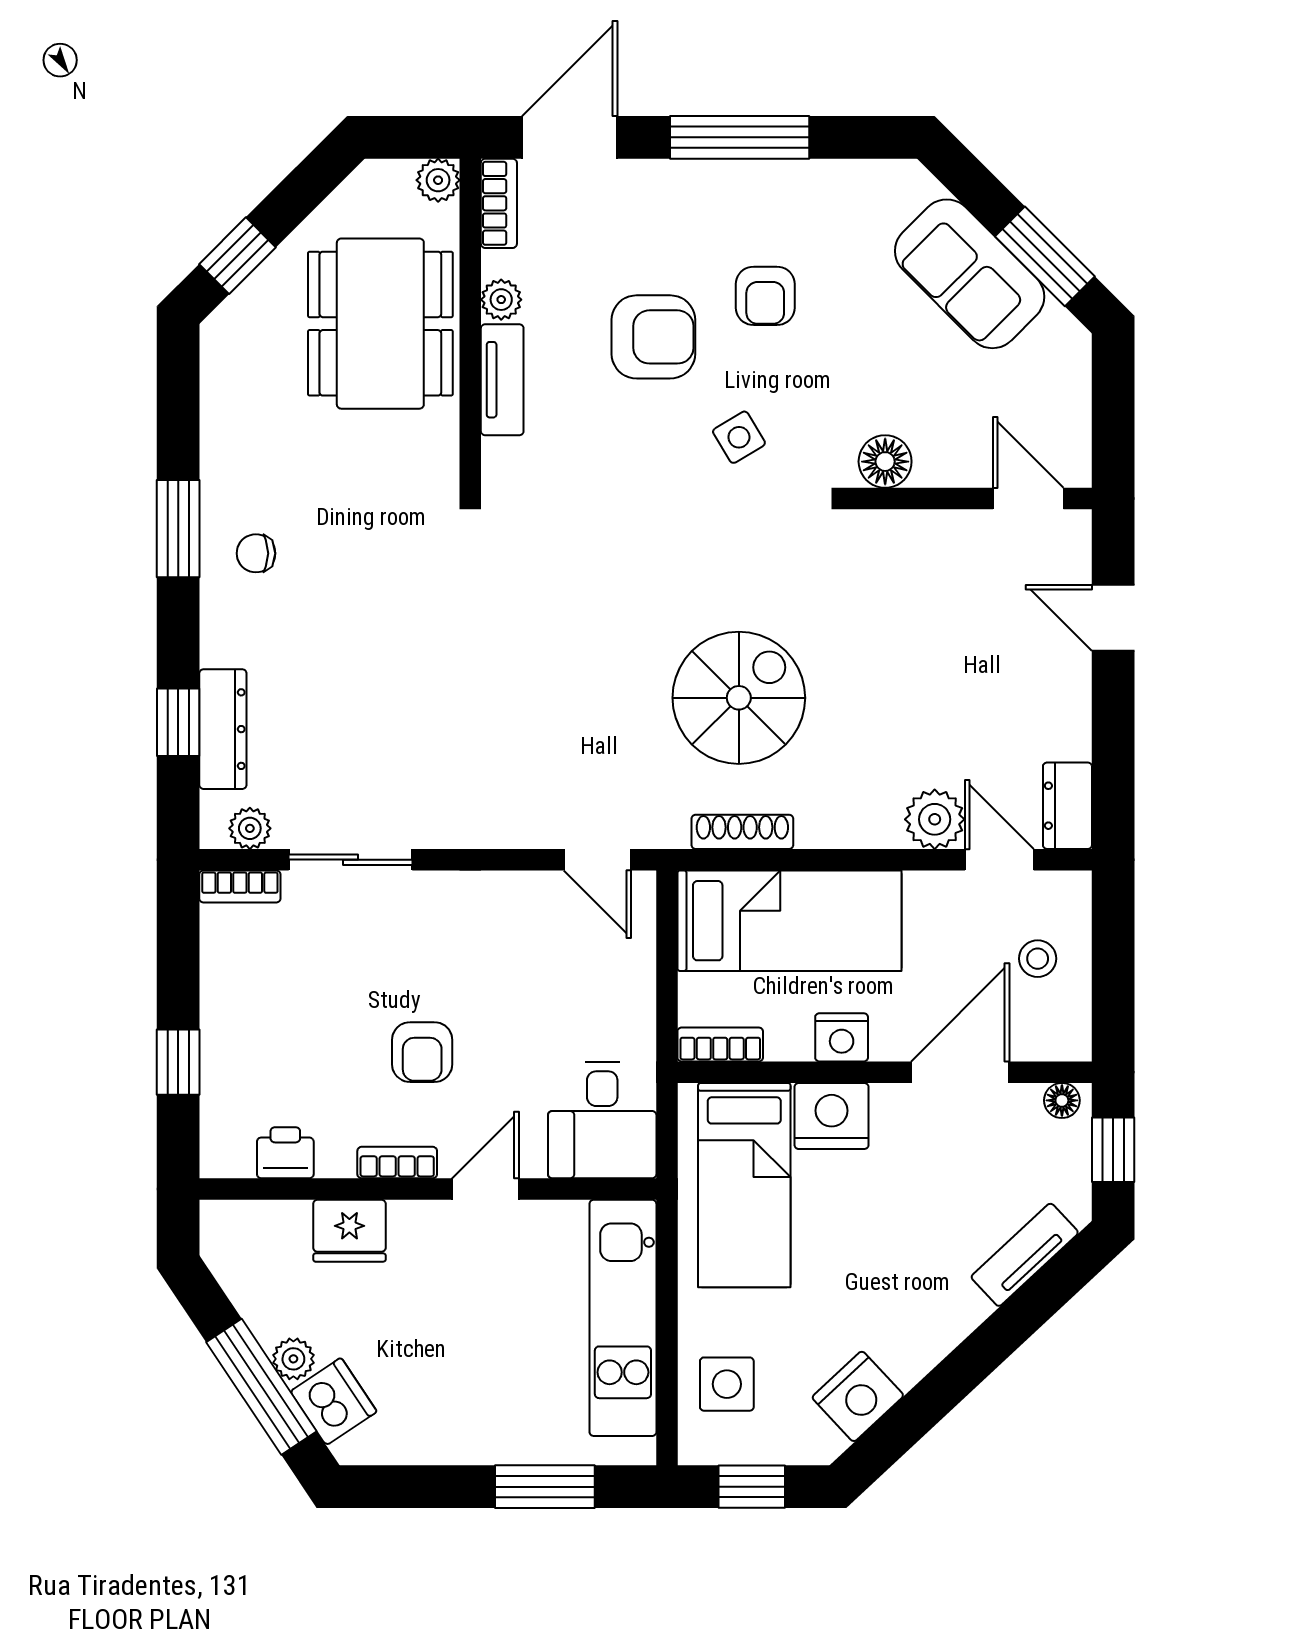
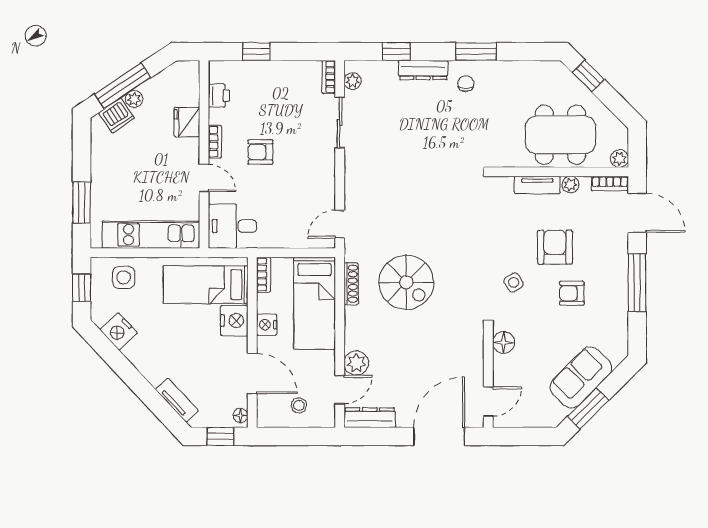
armchair: (653, 337) -> (555, 247), turned 180
door: (1113, 618) -> (439, 436), width x1.88
dresser: (223, 729) -> (423, 70), moved
dresser: (1067, 806) -> (370, 418), width x1.44

